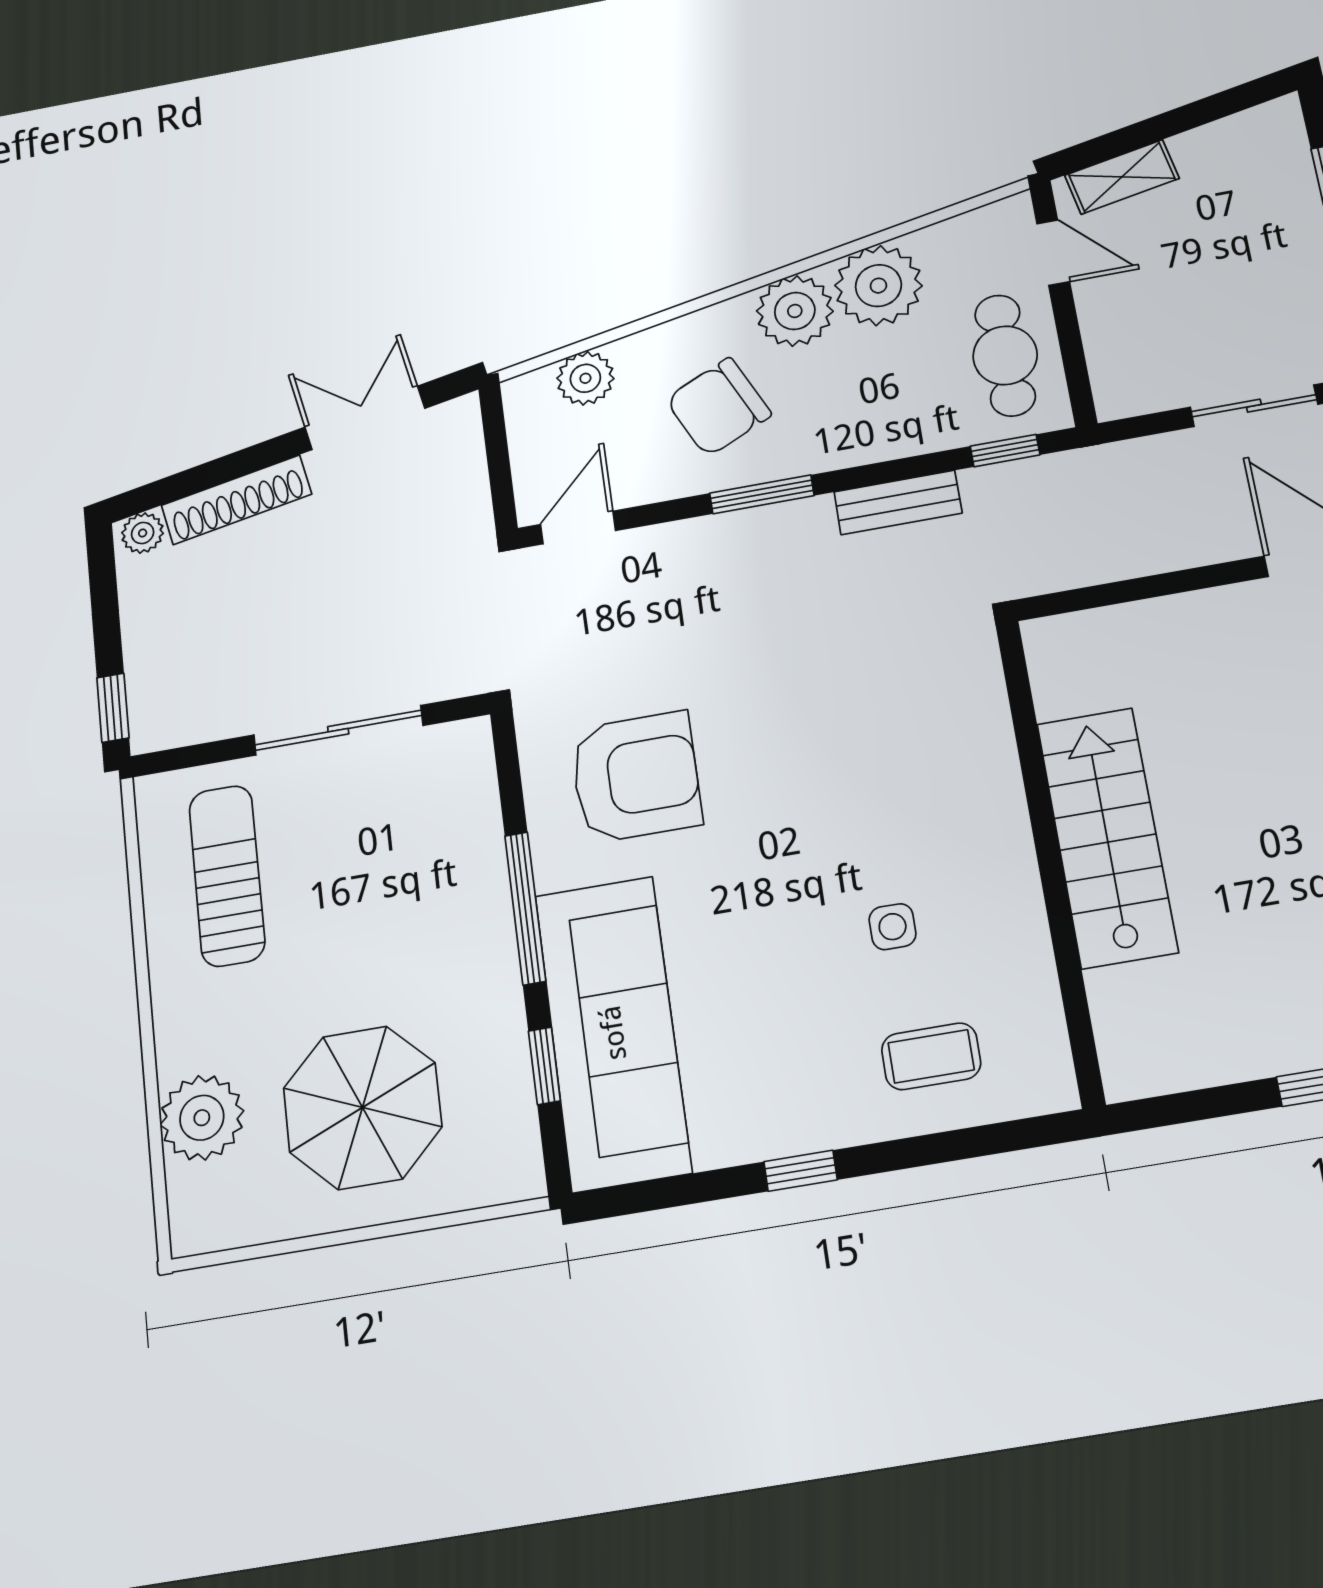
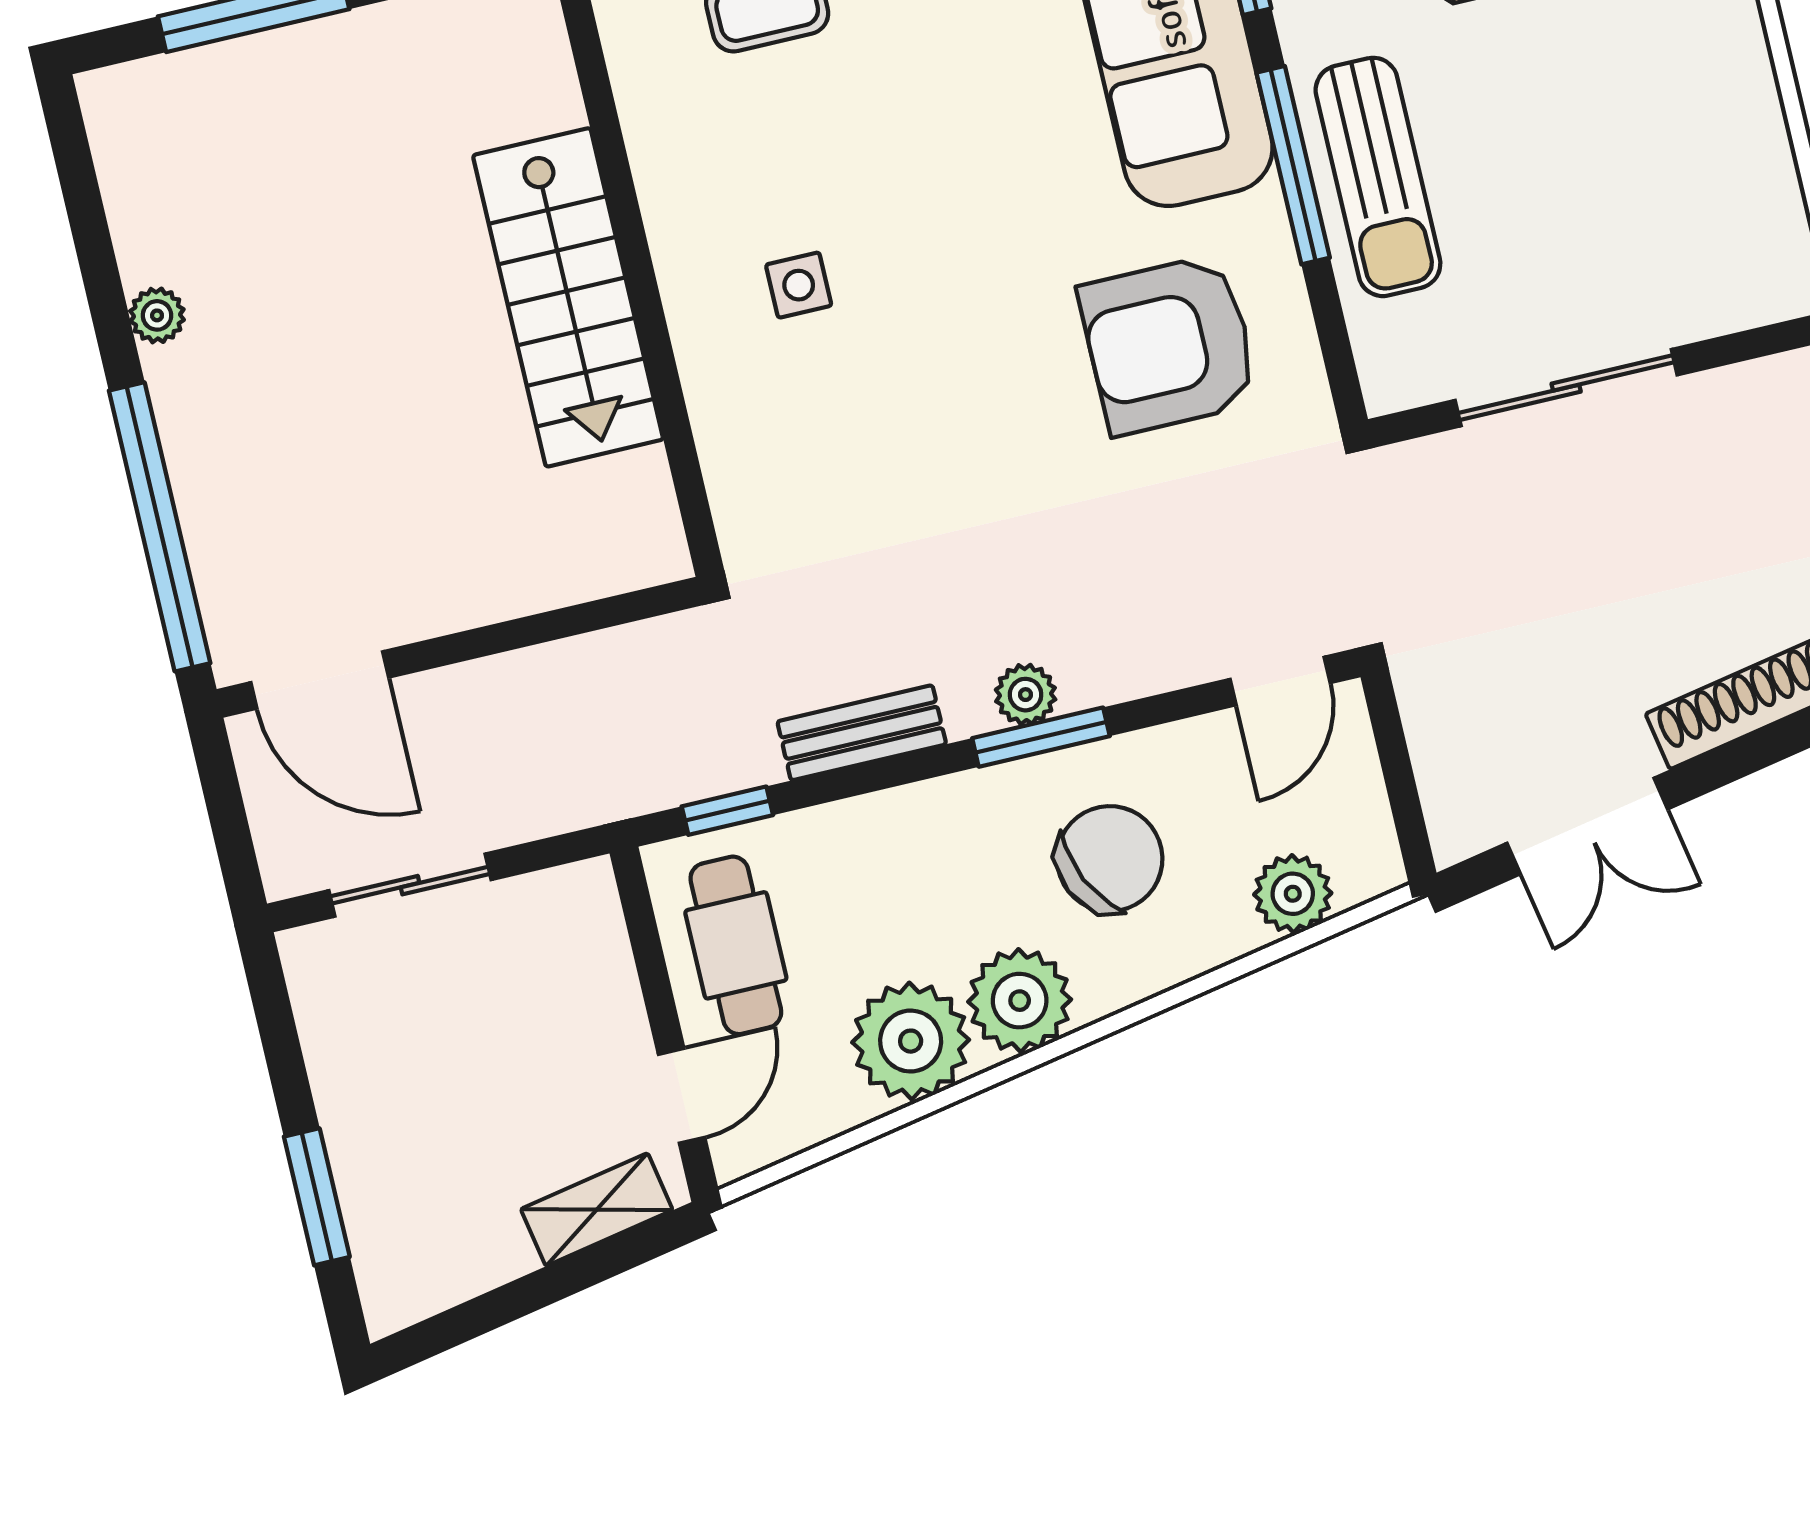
door: (1053, 253) -> (682, 1096), swing flipped
plant: (771, 525) -> (1026, 695), added
sun lounger: (227, 876) -> (1378, 177), moved
side table: (893, 927) -> (799, 285), moved

